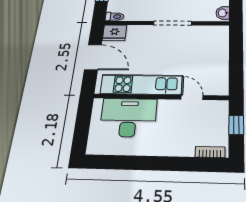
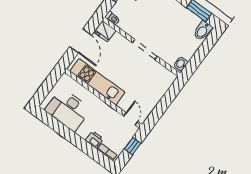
door: (192, 97) -> (131, 119), moved
desk: (128, 118) -> (68, 110), moved, turned 180
printer: (183, 148) -> (94, 140), added

